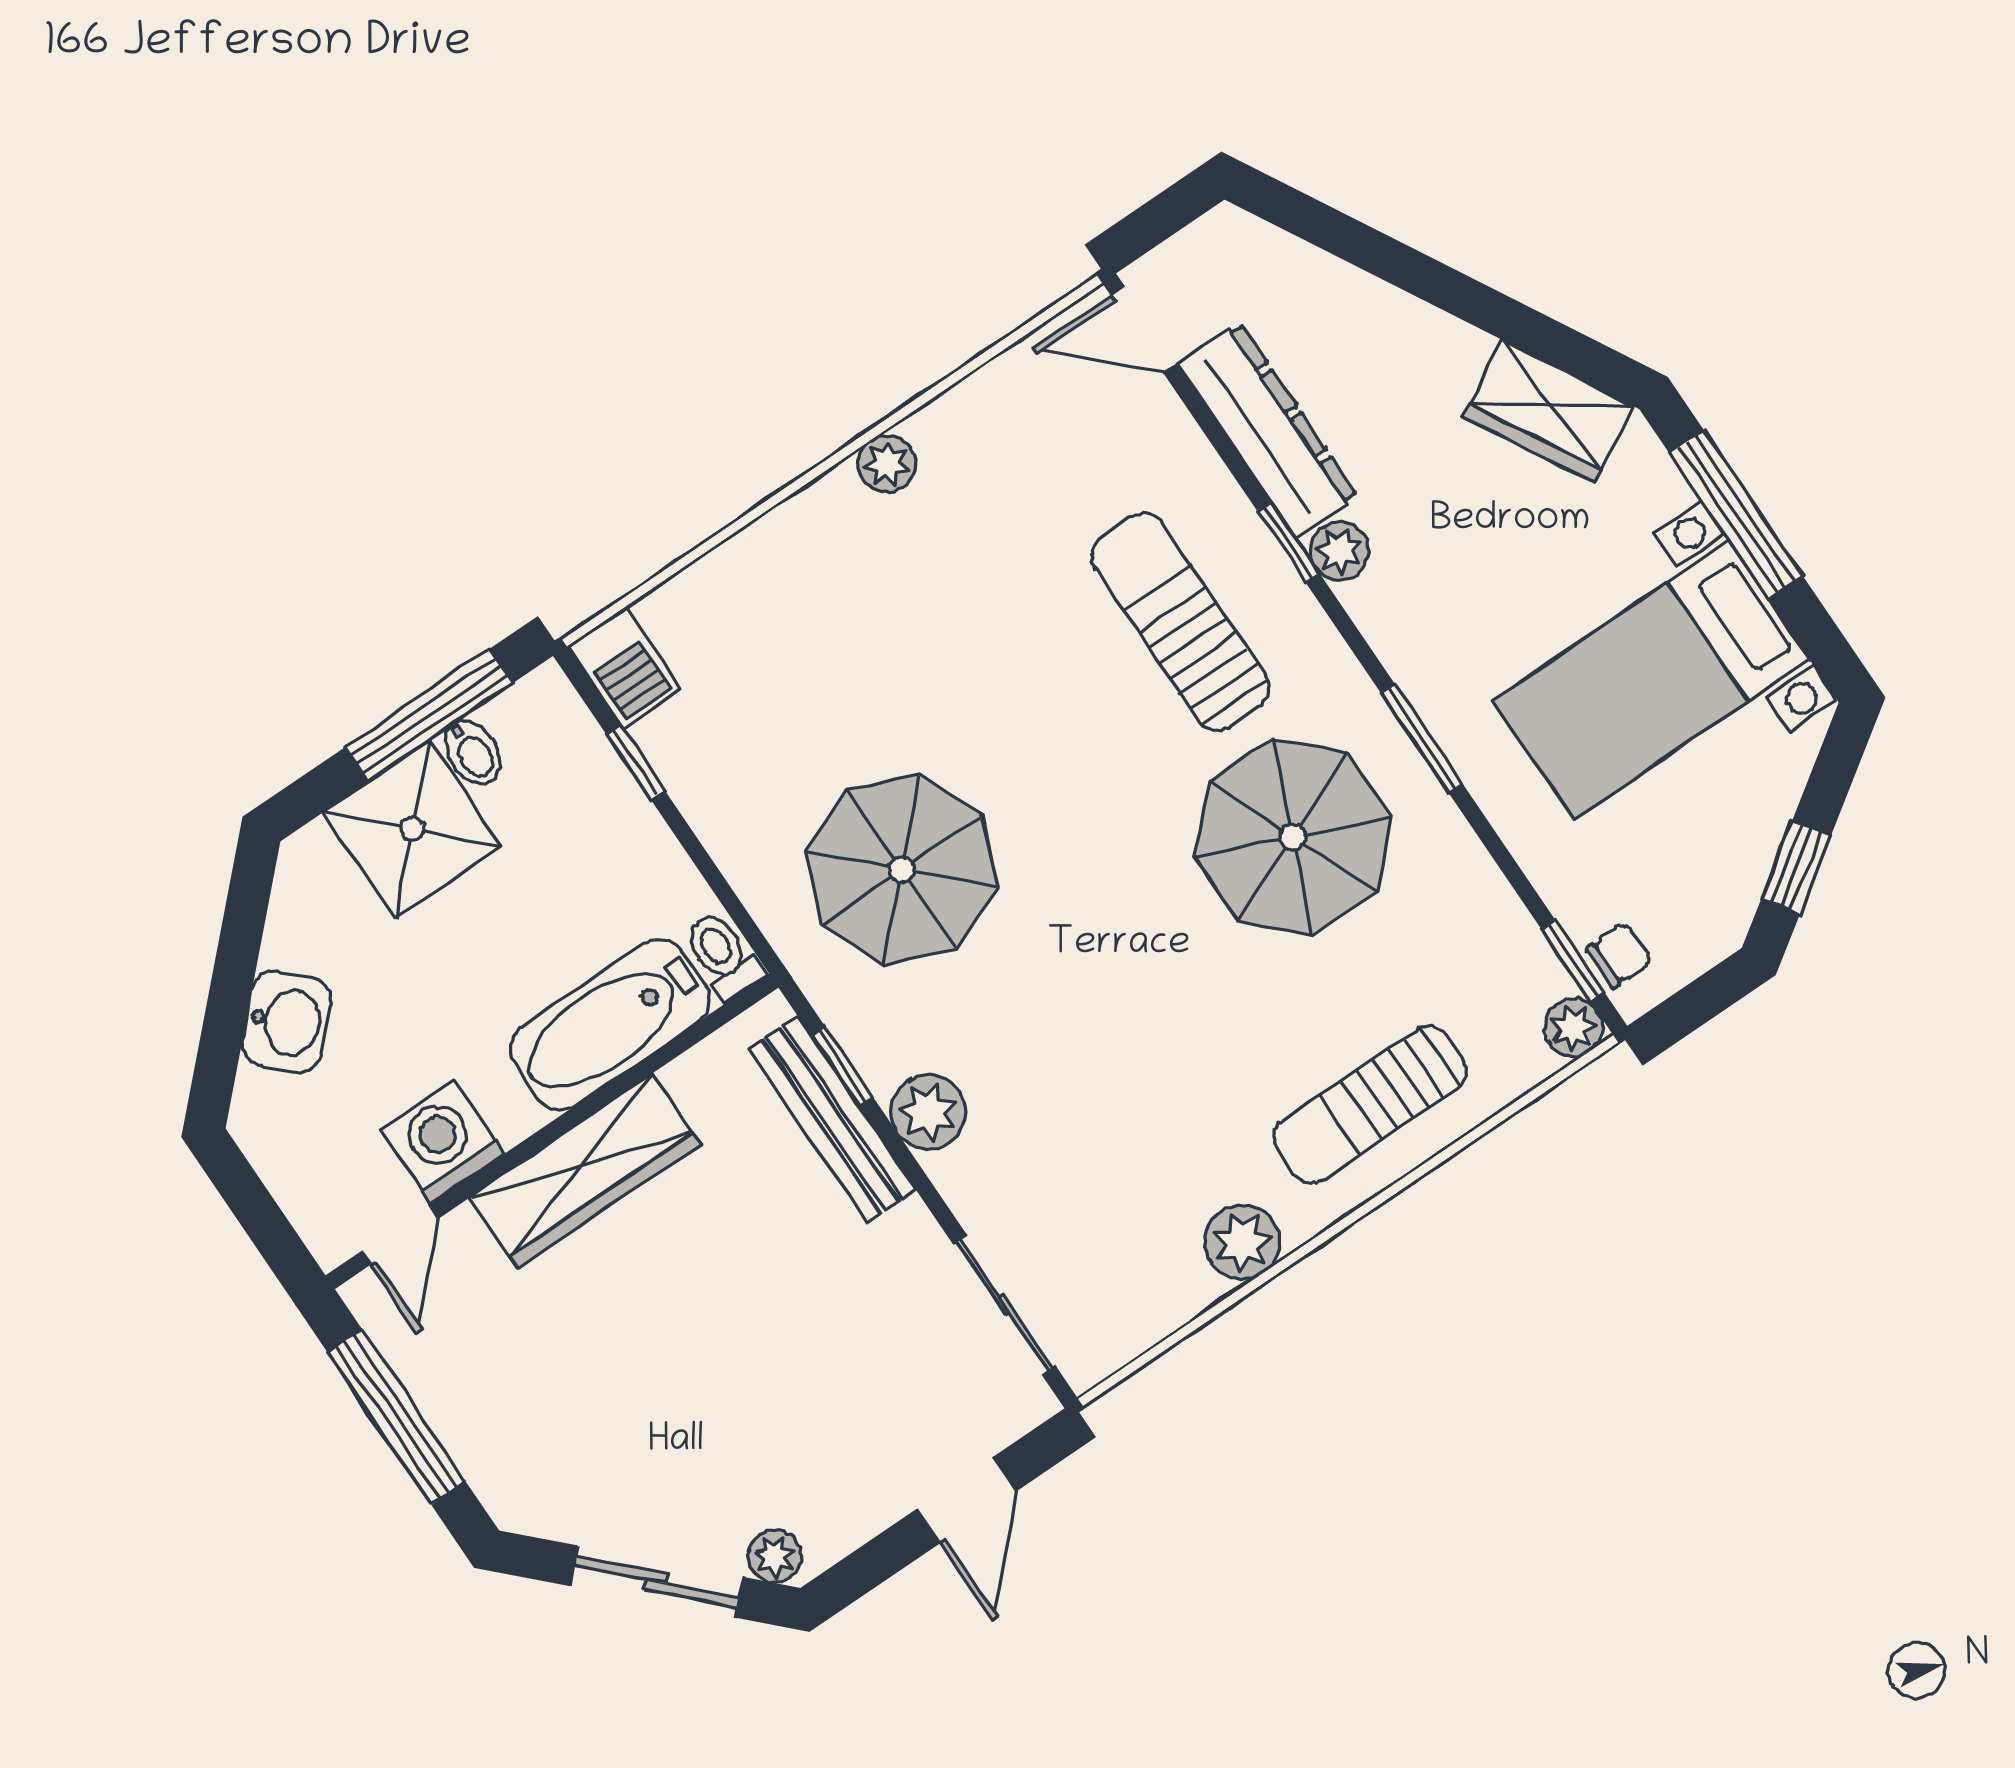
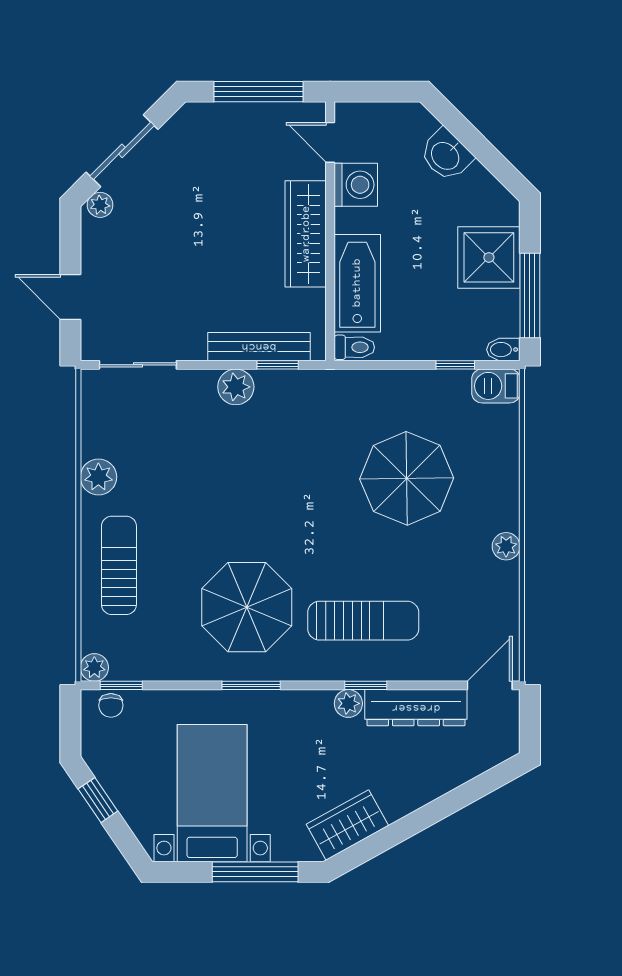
bidet: (473, 752) -> (503, 350), moved
parasol: (902, 870) -> (407, 478), moved

